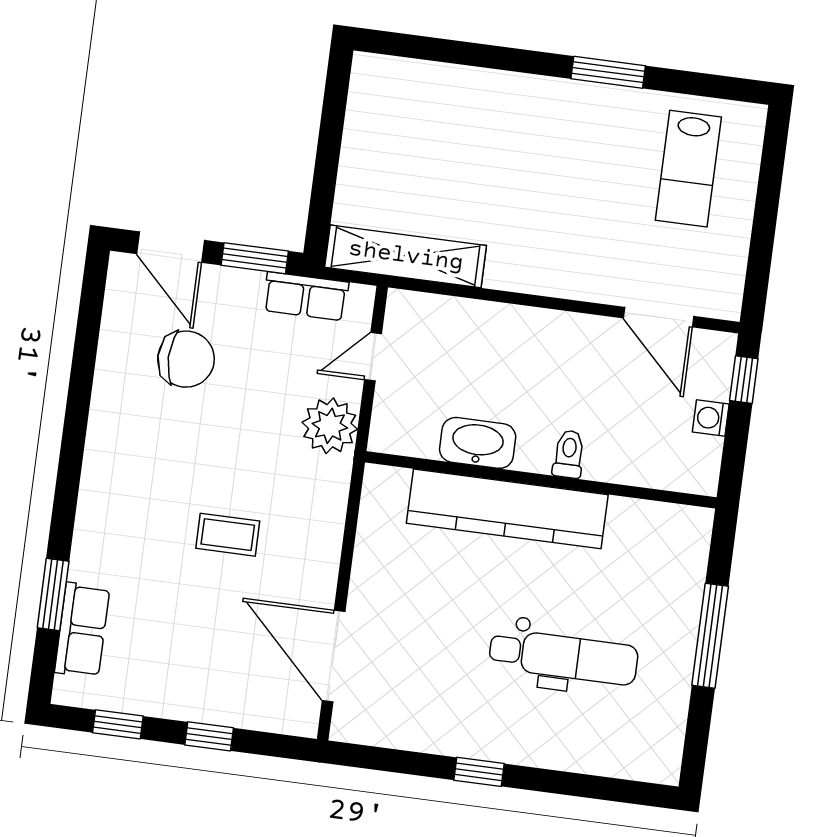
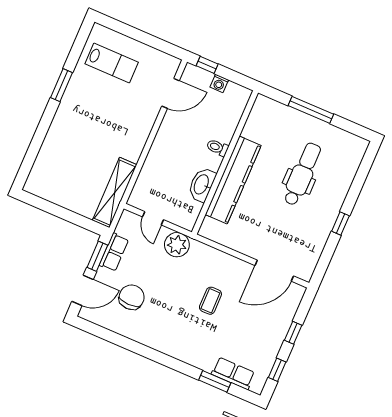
row of seats: (306, 296) -> (114, 252), moved

